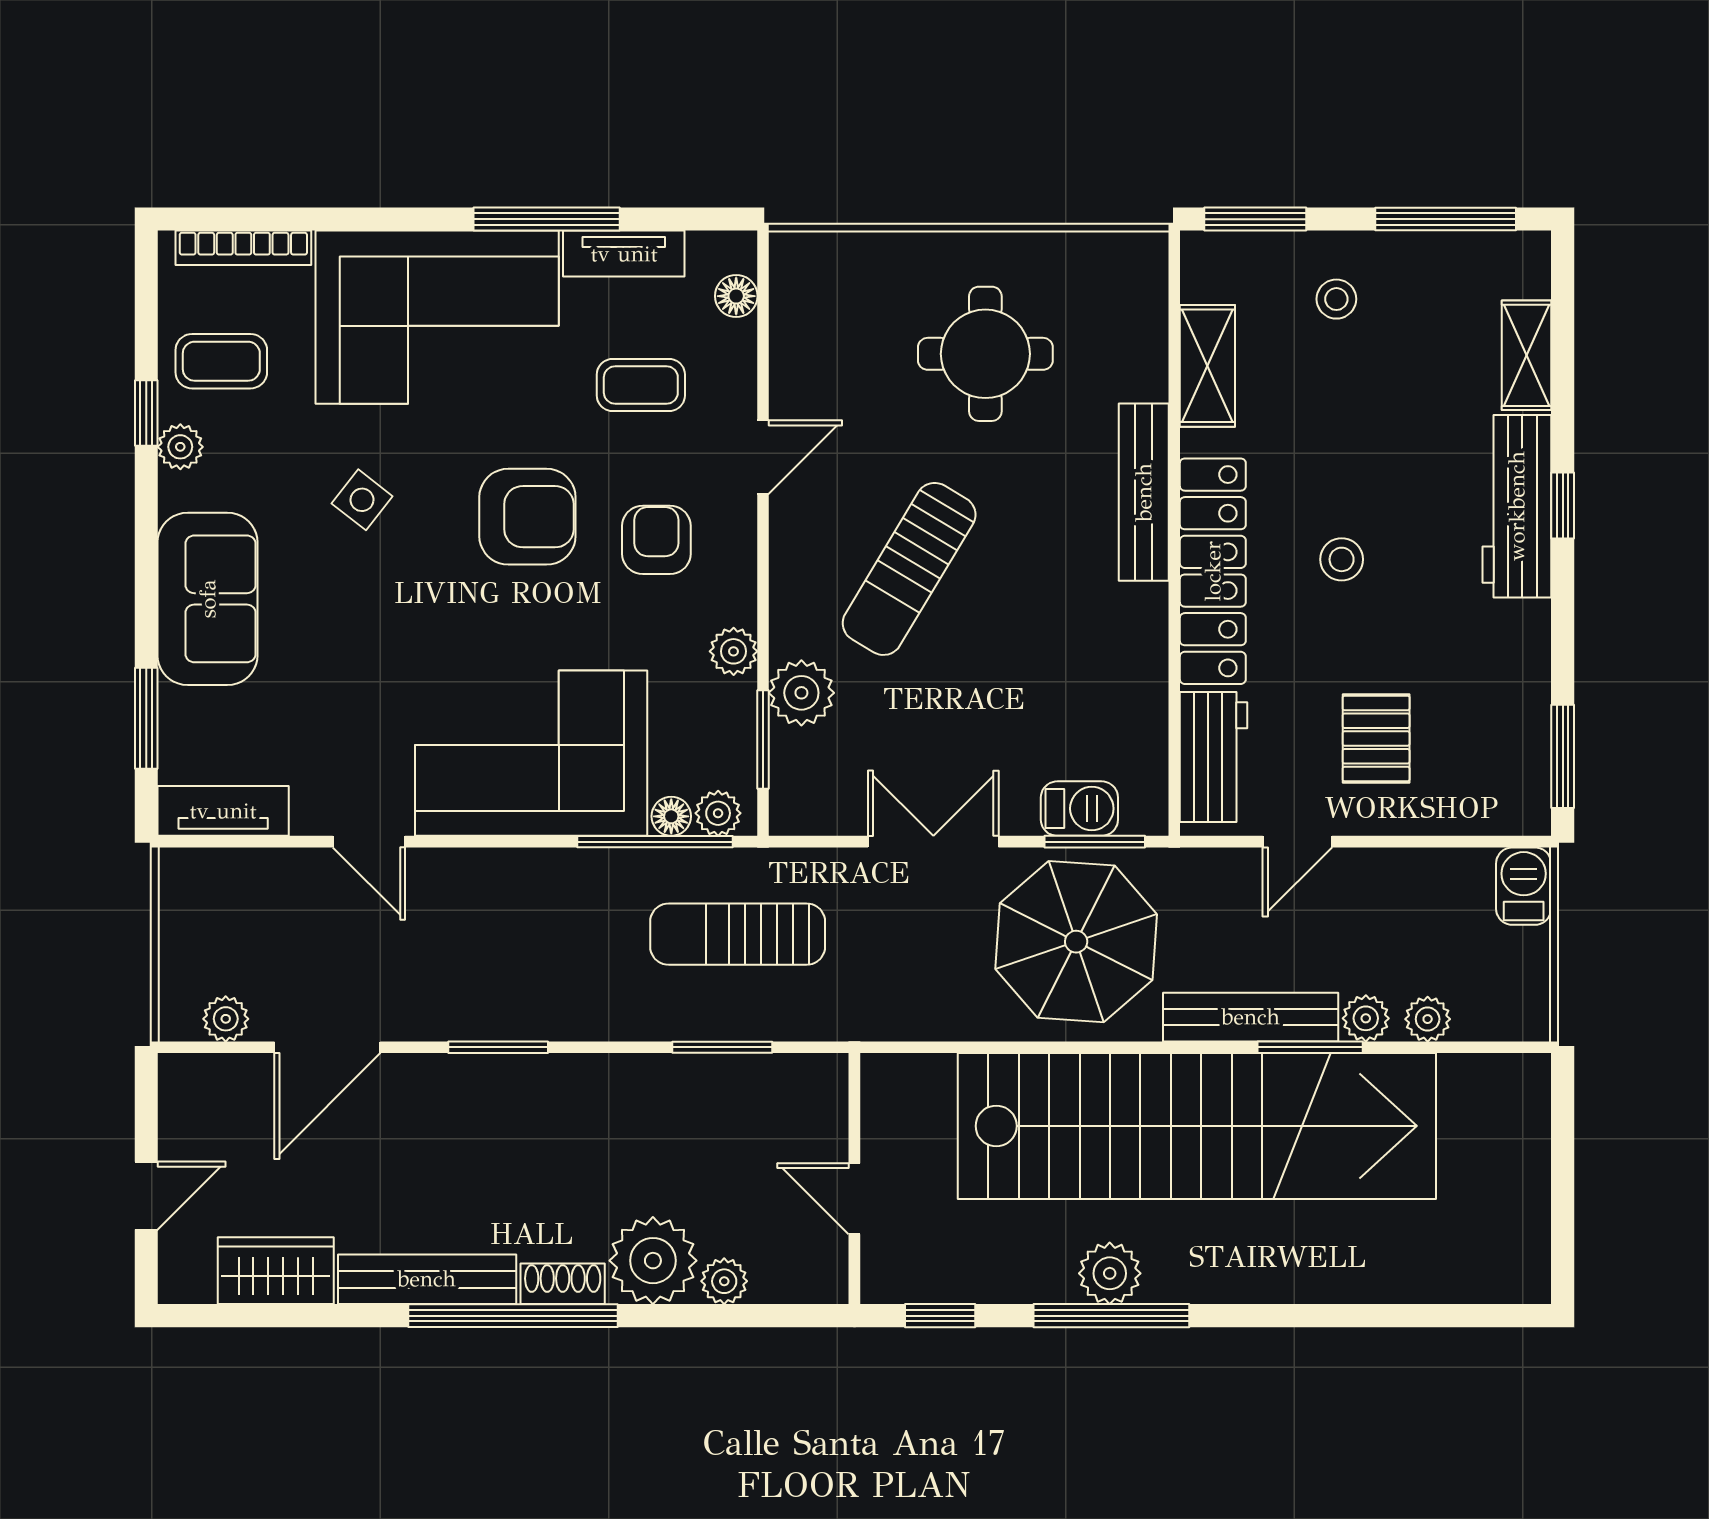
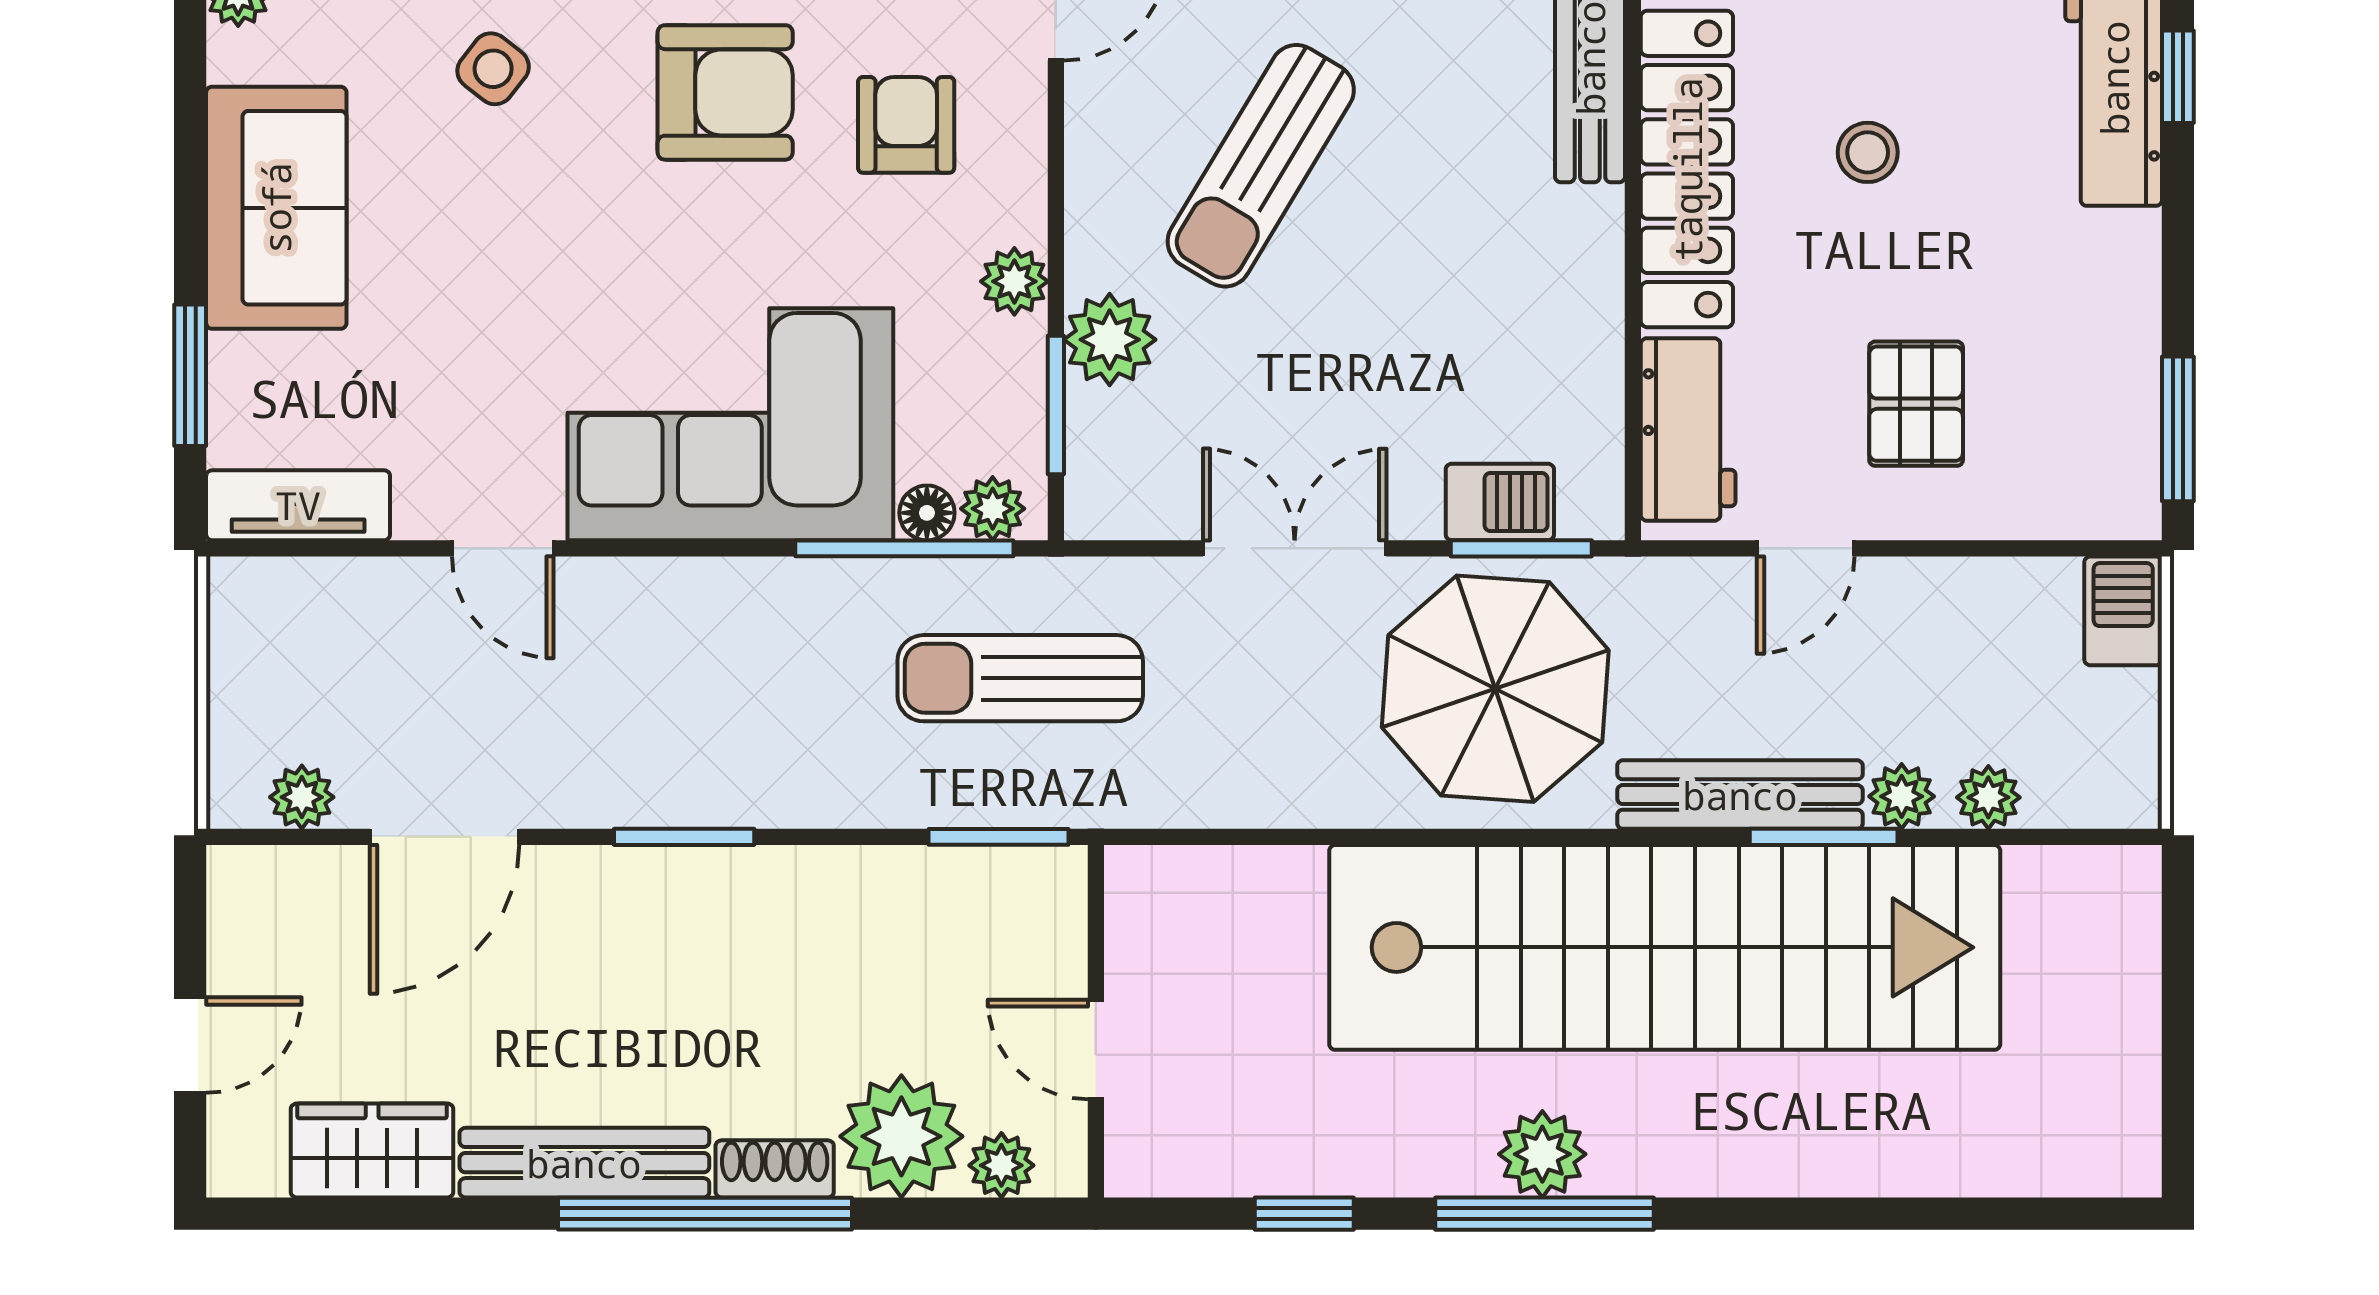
wall: (854, 1179) -> (1096, 1021), moved
door: (854, 1199) -> (1096, 1049), moved

